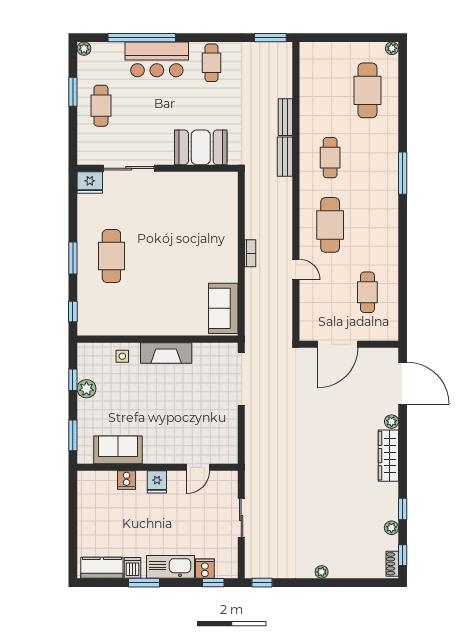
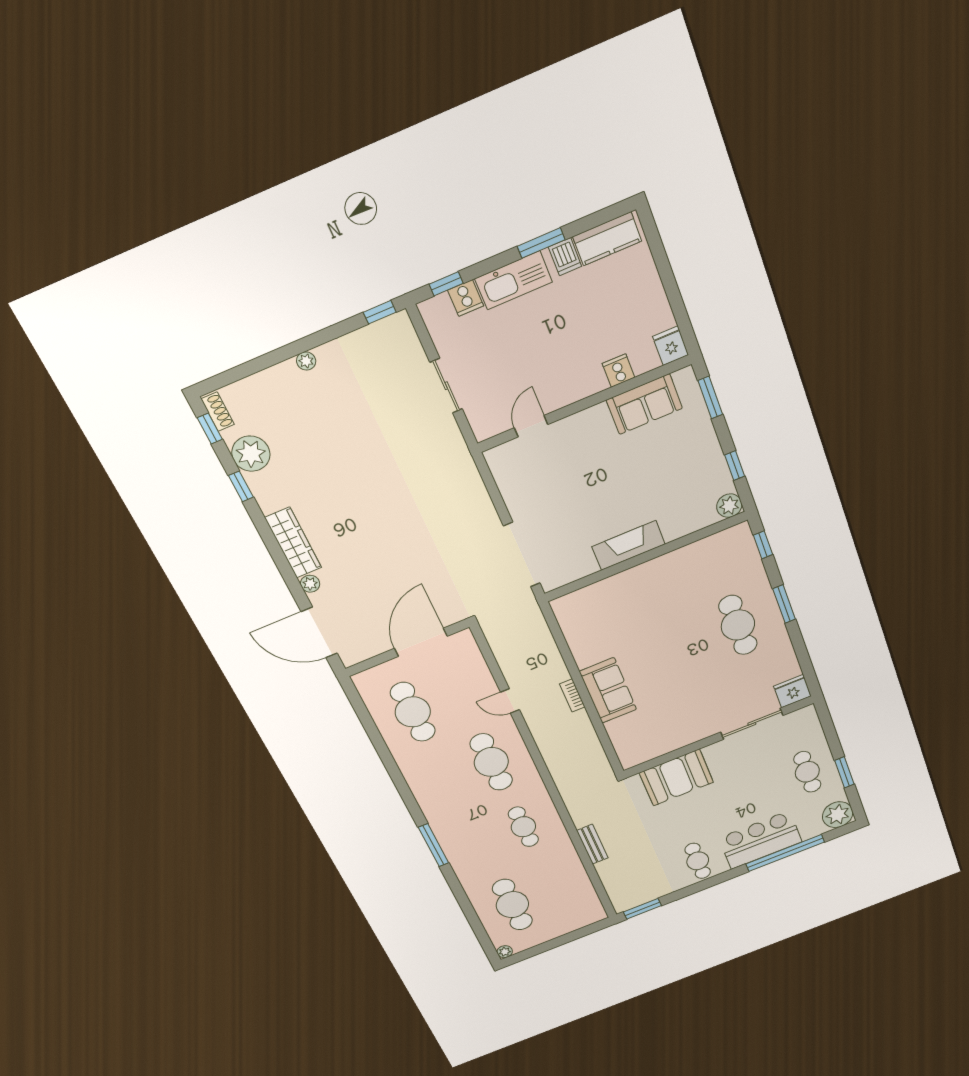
plant: (84, 49) -> (838, 815), width x1.88, depth x1.88
bench: (285, 157) -> (576, 807), removed
cafe table: (367, 292) -> (413, 712), width x1.37, depth x1.35
sofa: (223, 308) -> (608, 690), moved
side table: (122, 356) -> (682, 519), removed
plant: (86, 389) -> (729, 506), moved
fridge: (157, 482) -> (671, 346), moved
plant: (391, 528) -> (251, 454), width x1.87, depth x1.87

